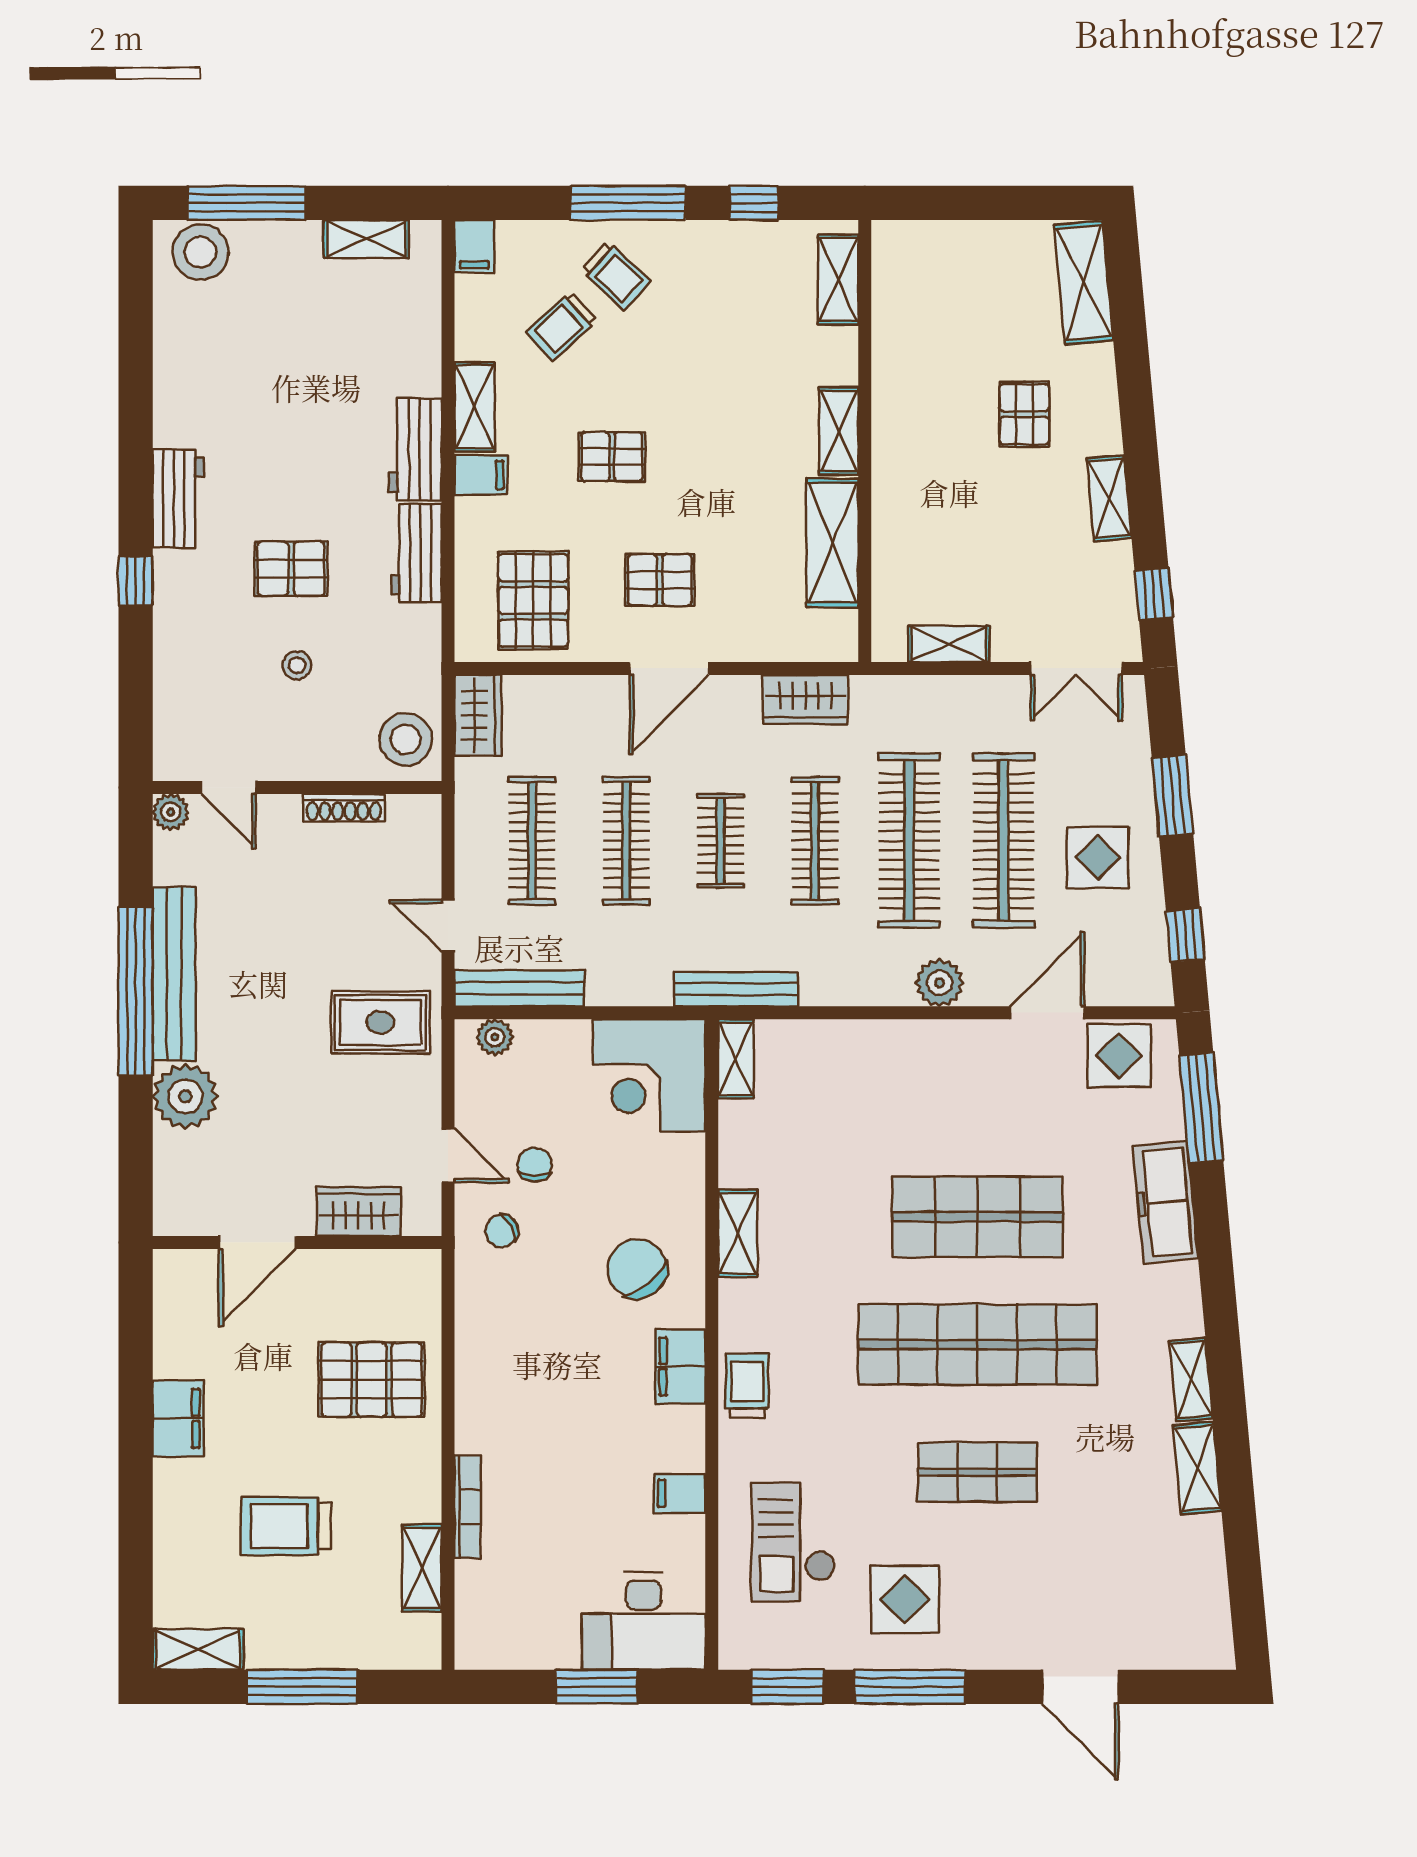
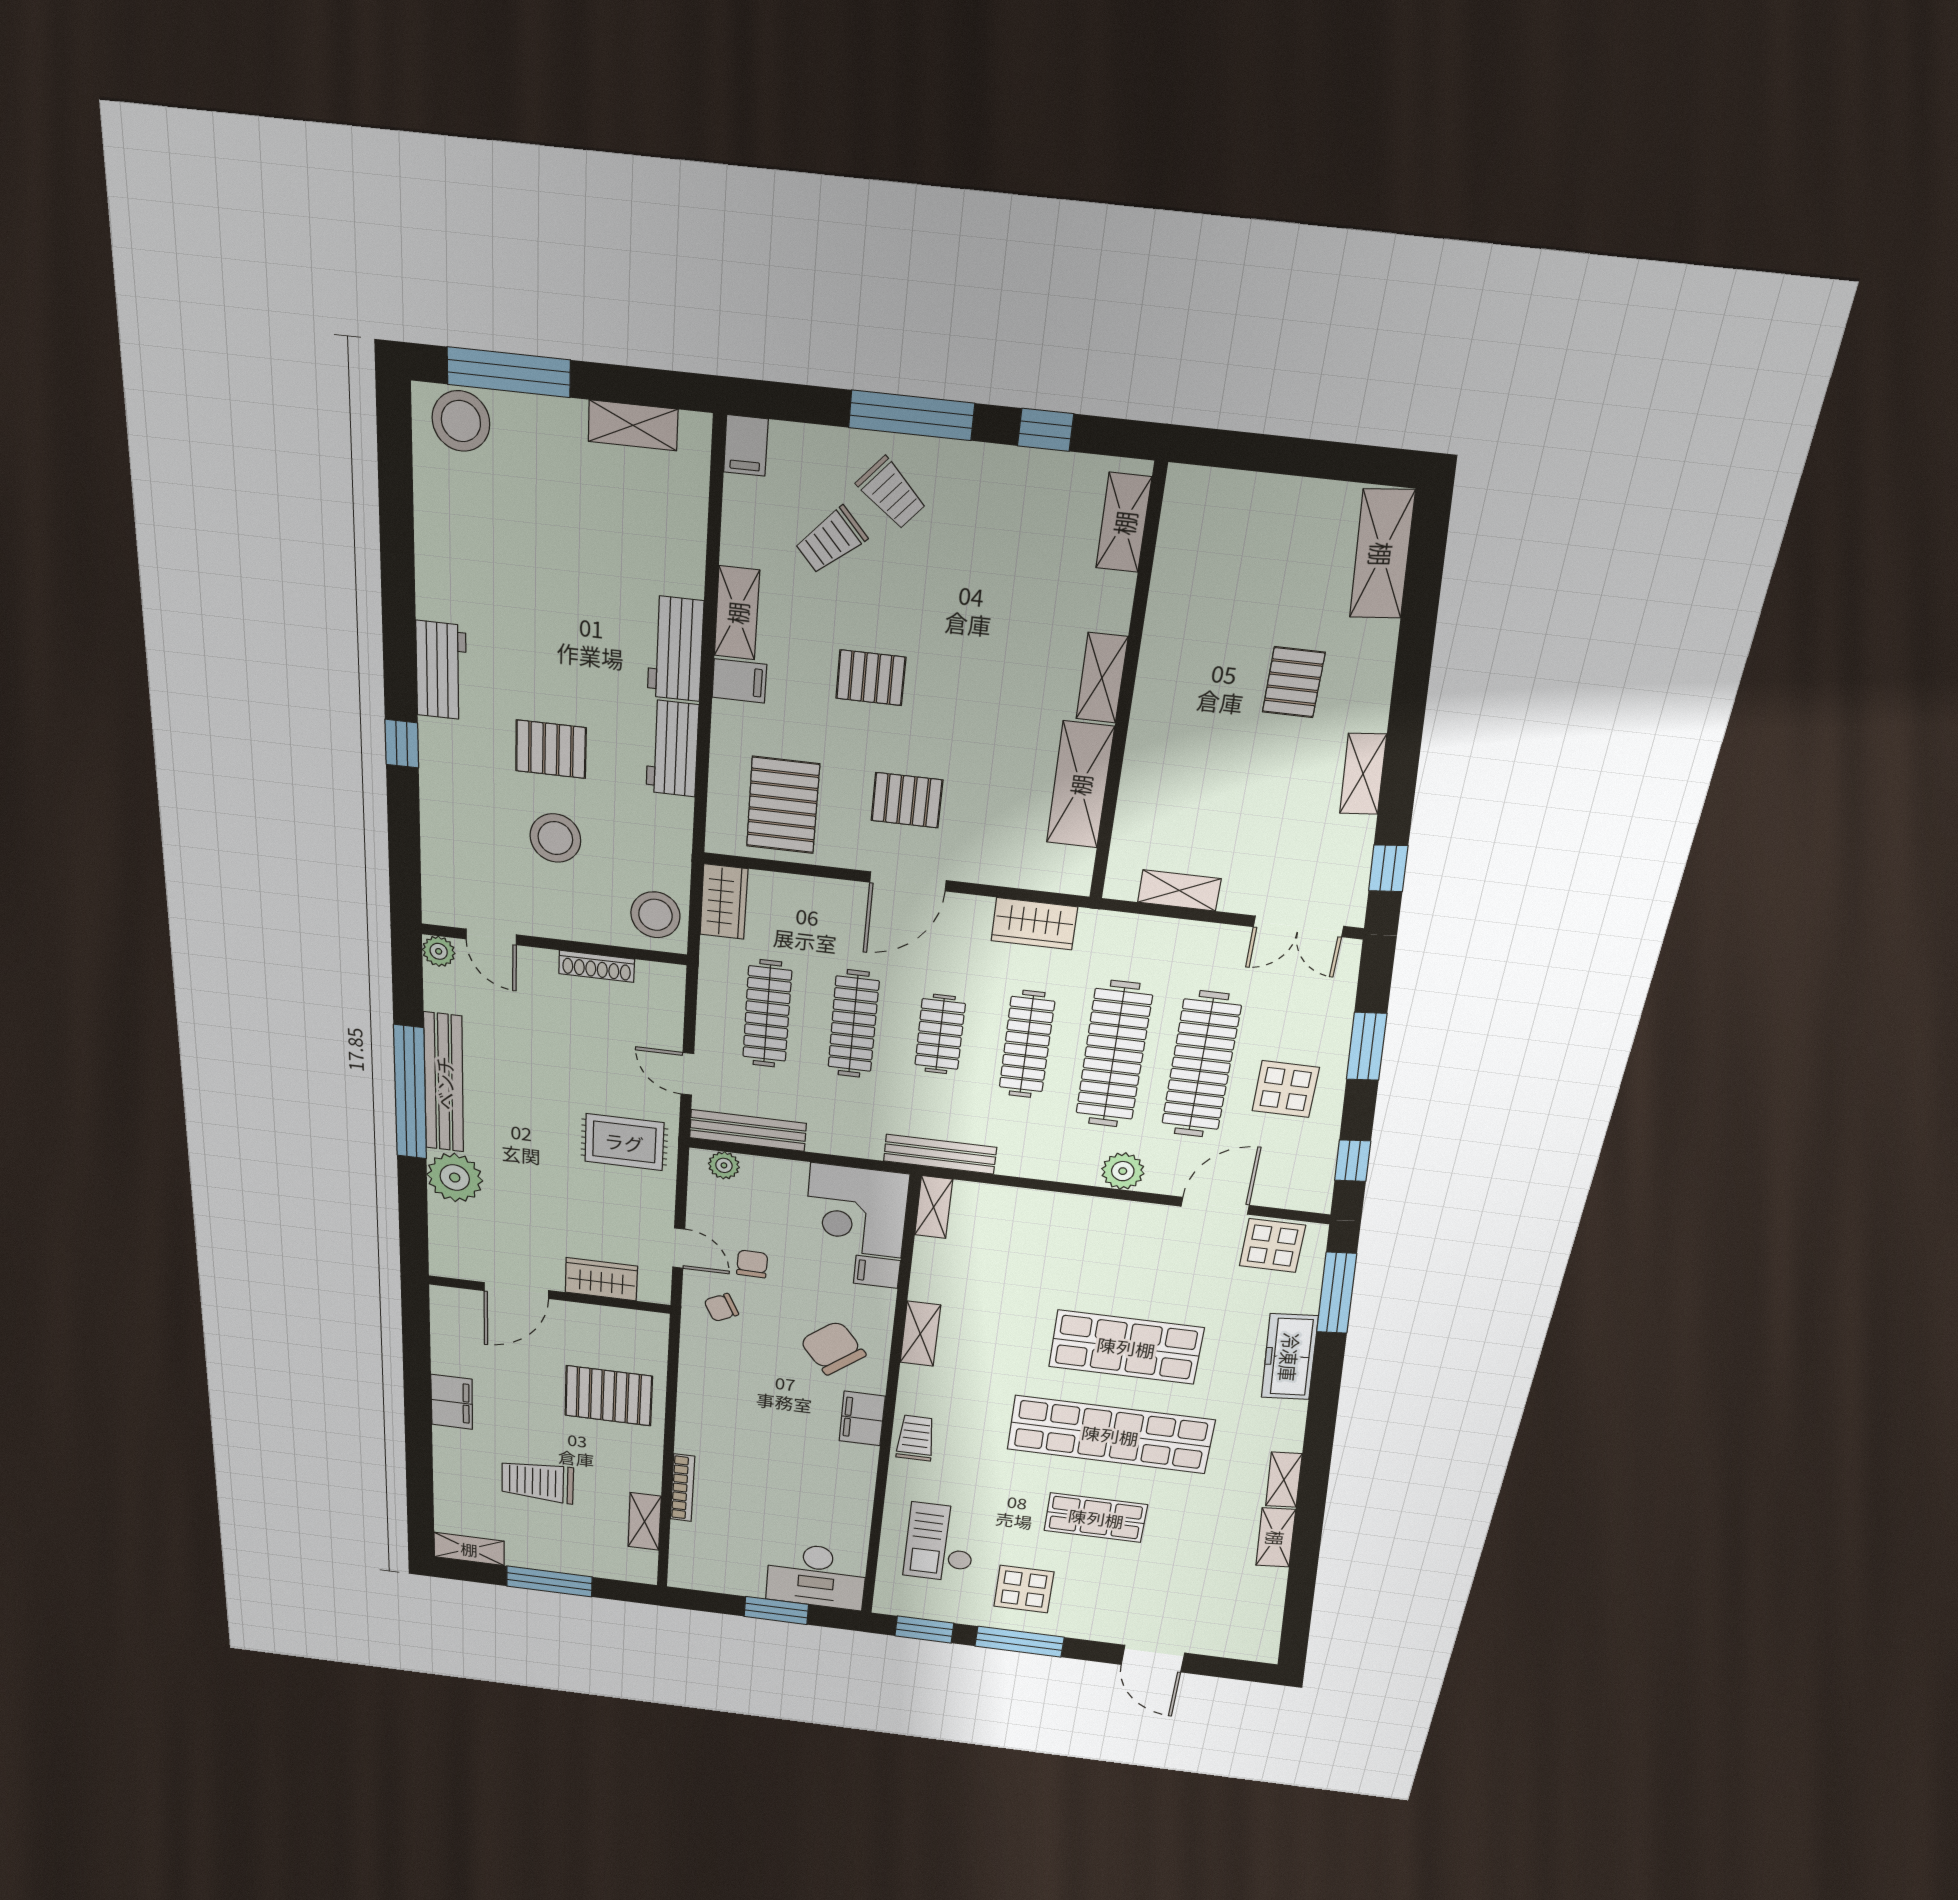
stool: (297, 665) -> (555, 838), width x1.89, depth x1.89
filing cabinet: (680, 1493) -> (877, 1272), moved

